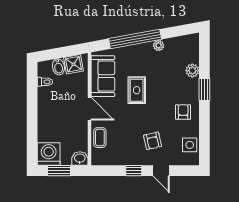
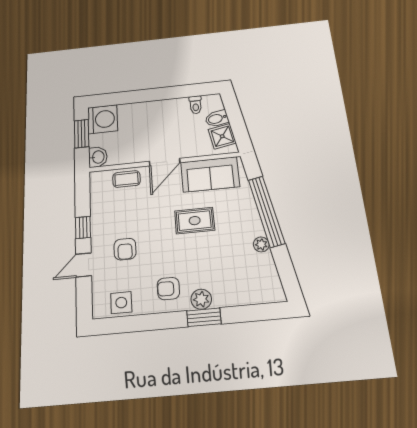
plant: (192, 71) -> (201, 299), moved
armchair: (183, 112) -> (168, 289), turned 180
armchair: (153, 141) -> (125, 249), turned -77

